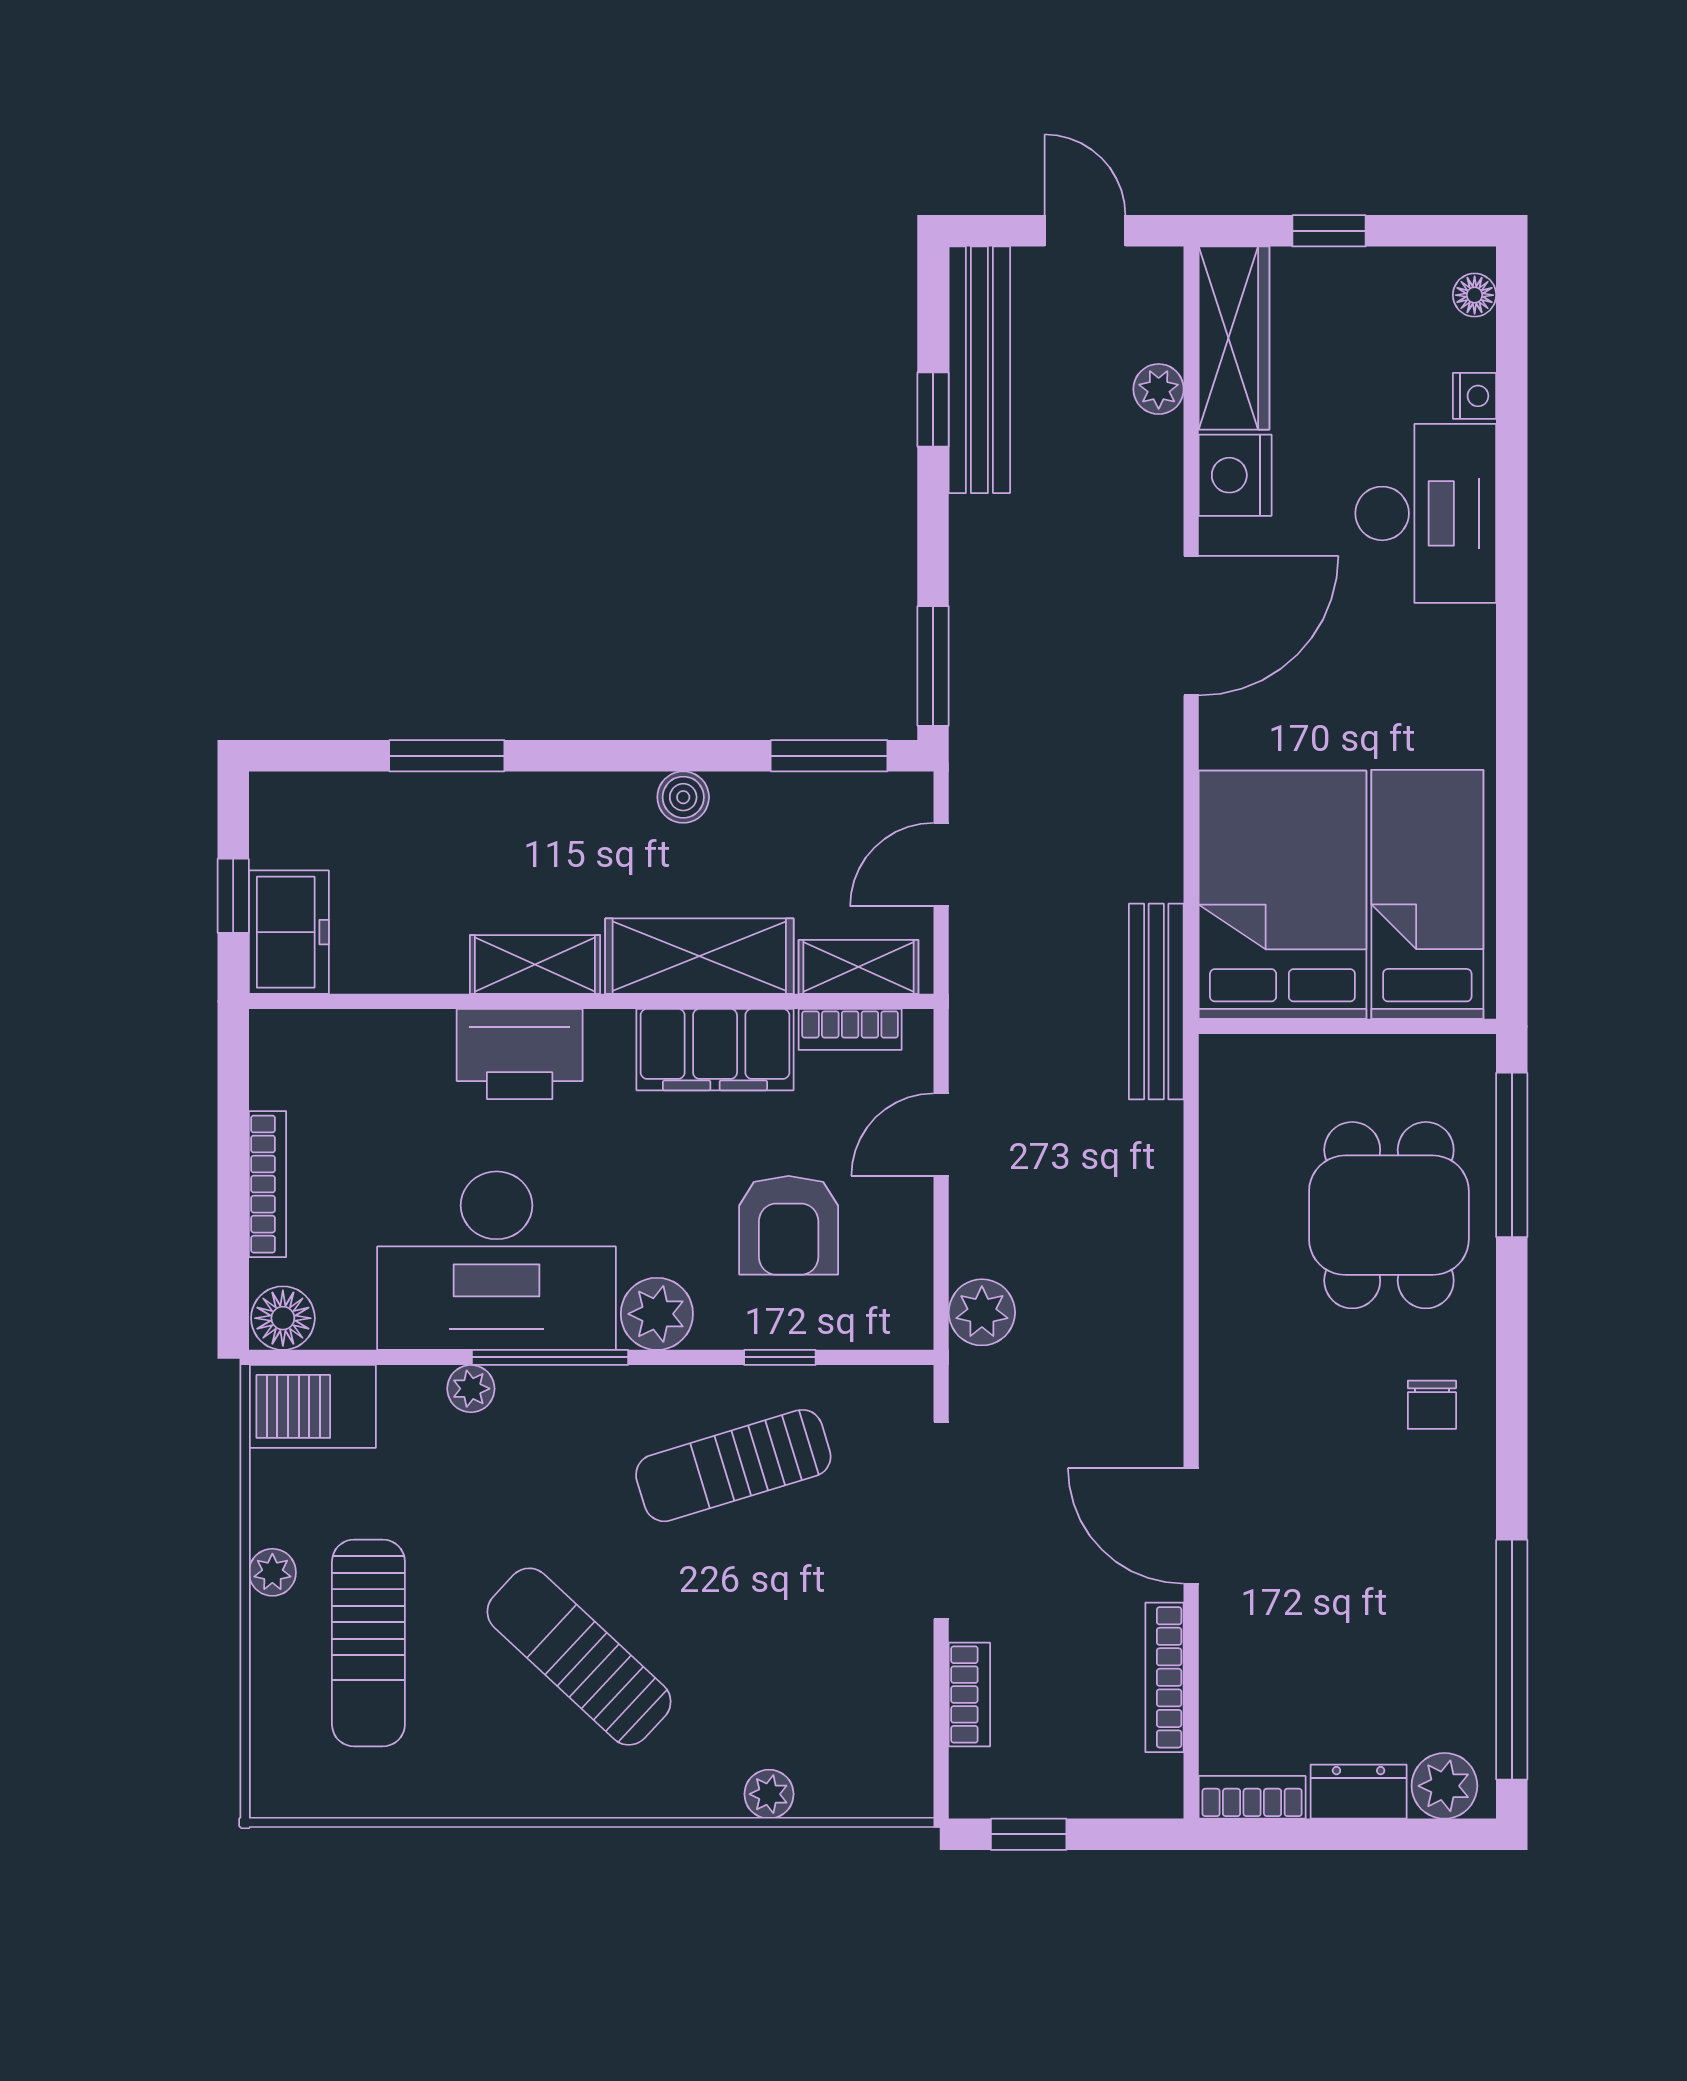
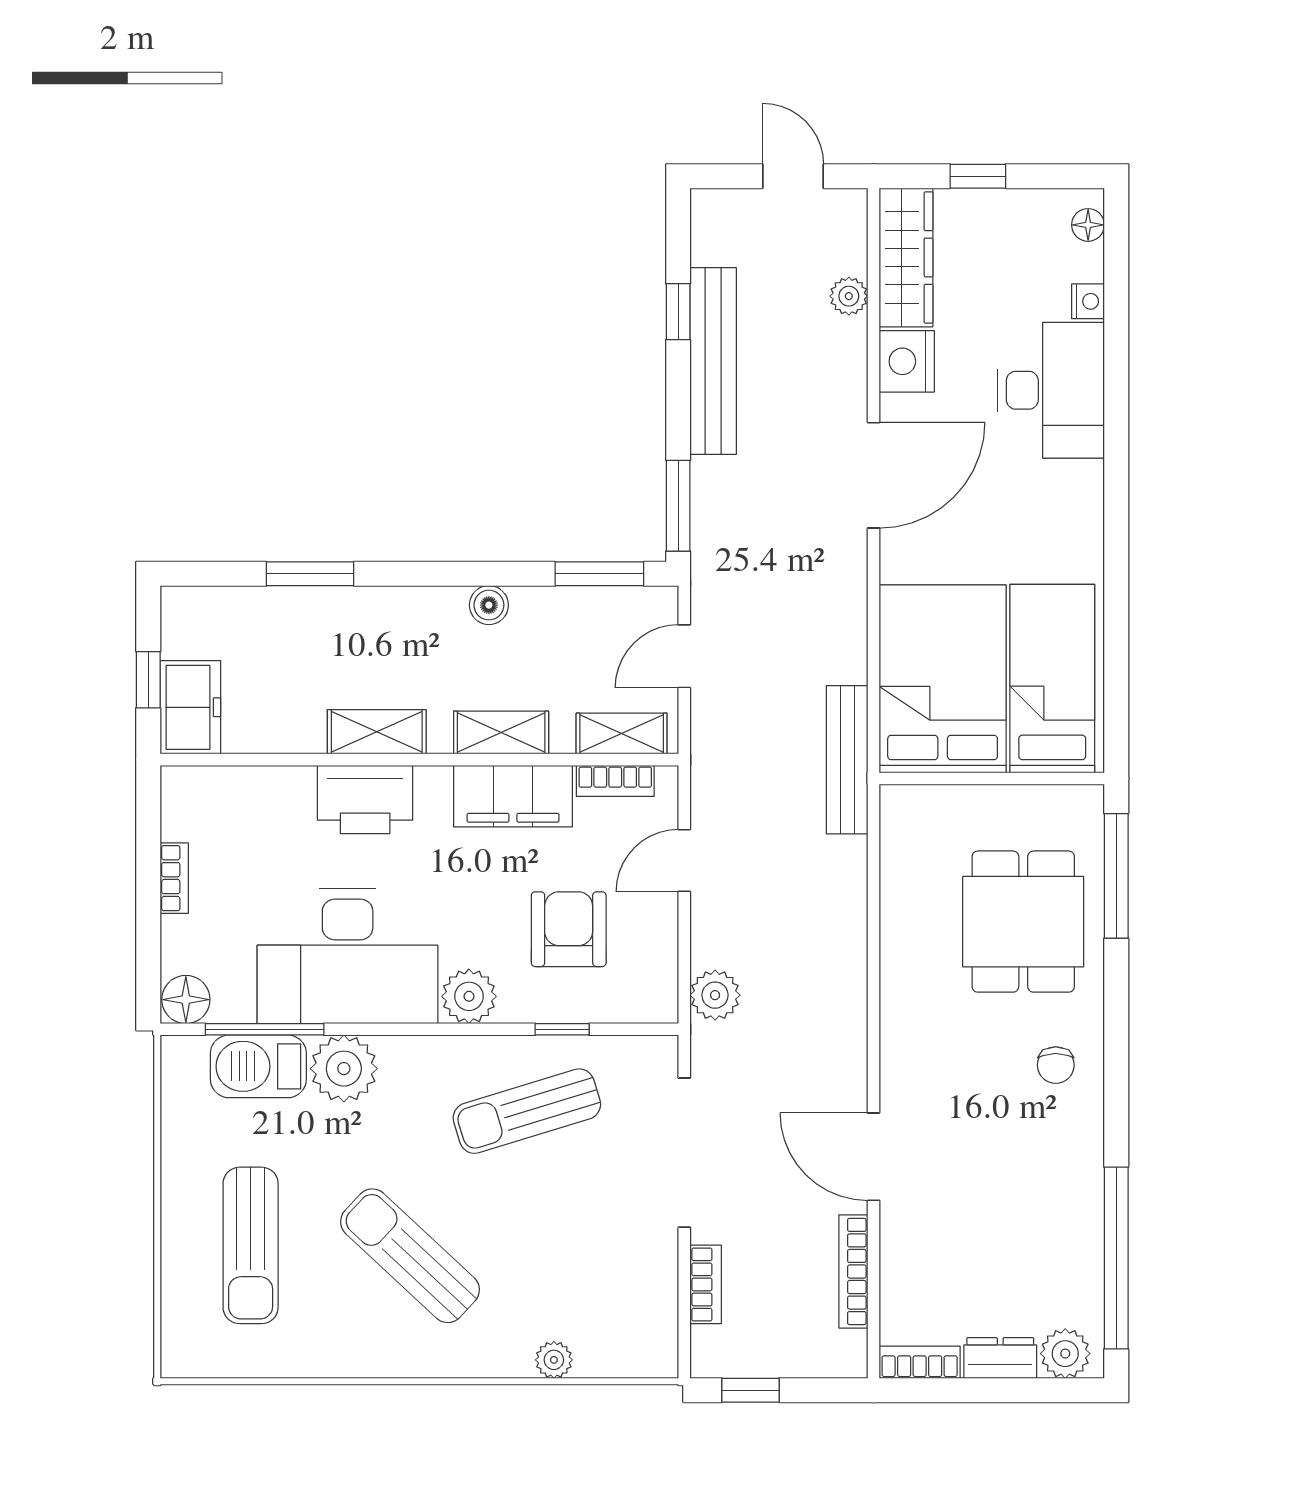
bench: (979, 370) -> (713, 361), moved
shelving: (699, 956) -> (501, 733), width x0.67, depth x0.75
bookcase: (268, 1184) -> (174, 878), width x0.64
armchair: (789, 1225) -> (569, 929), turned 180
window: (550, 1357) -> (265, 1029), moved
plant: (471, 1389) -> (344, 1069), width x1.88, depth x1.88
barbecue: (312, 1406) -> (258, 1066), moved
plant: (272, 1572) -> (178, 1192), removed

